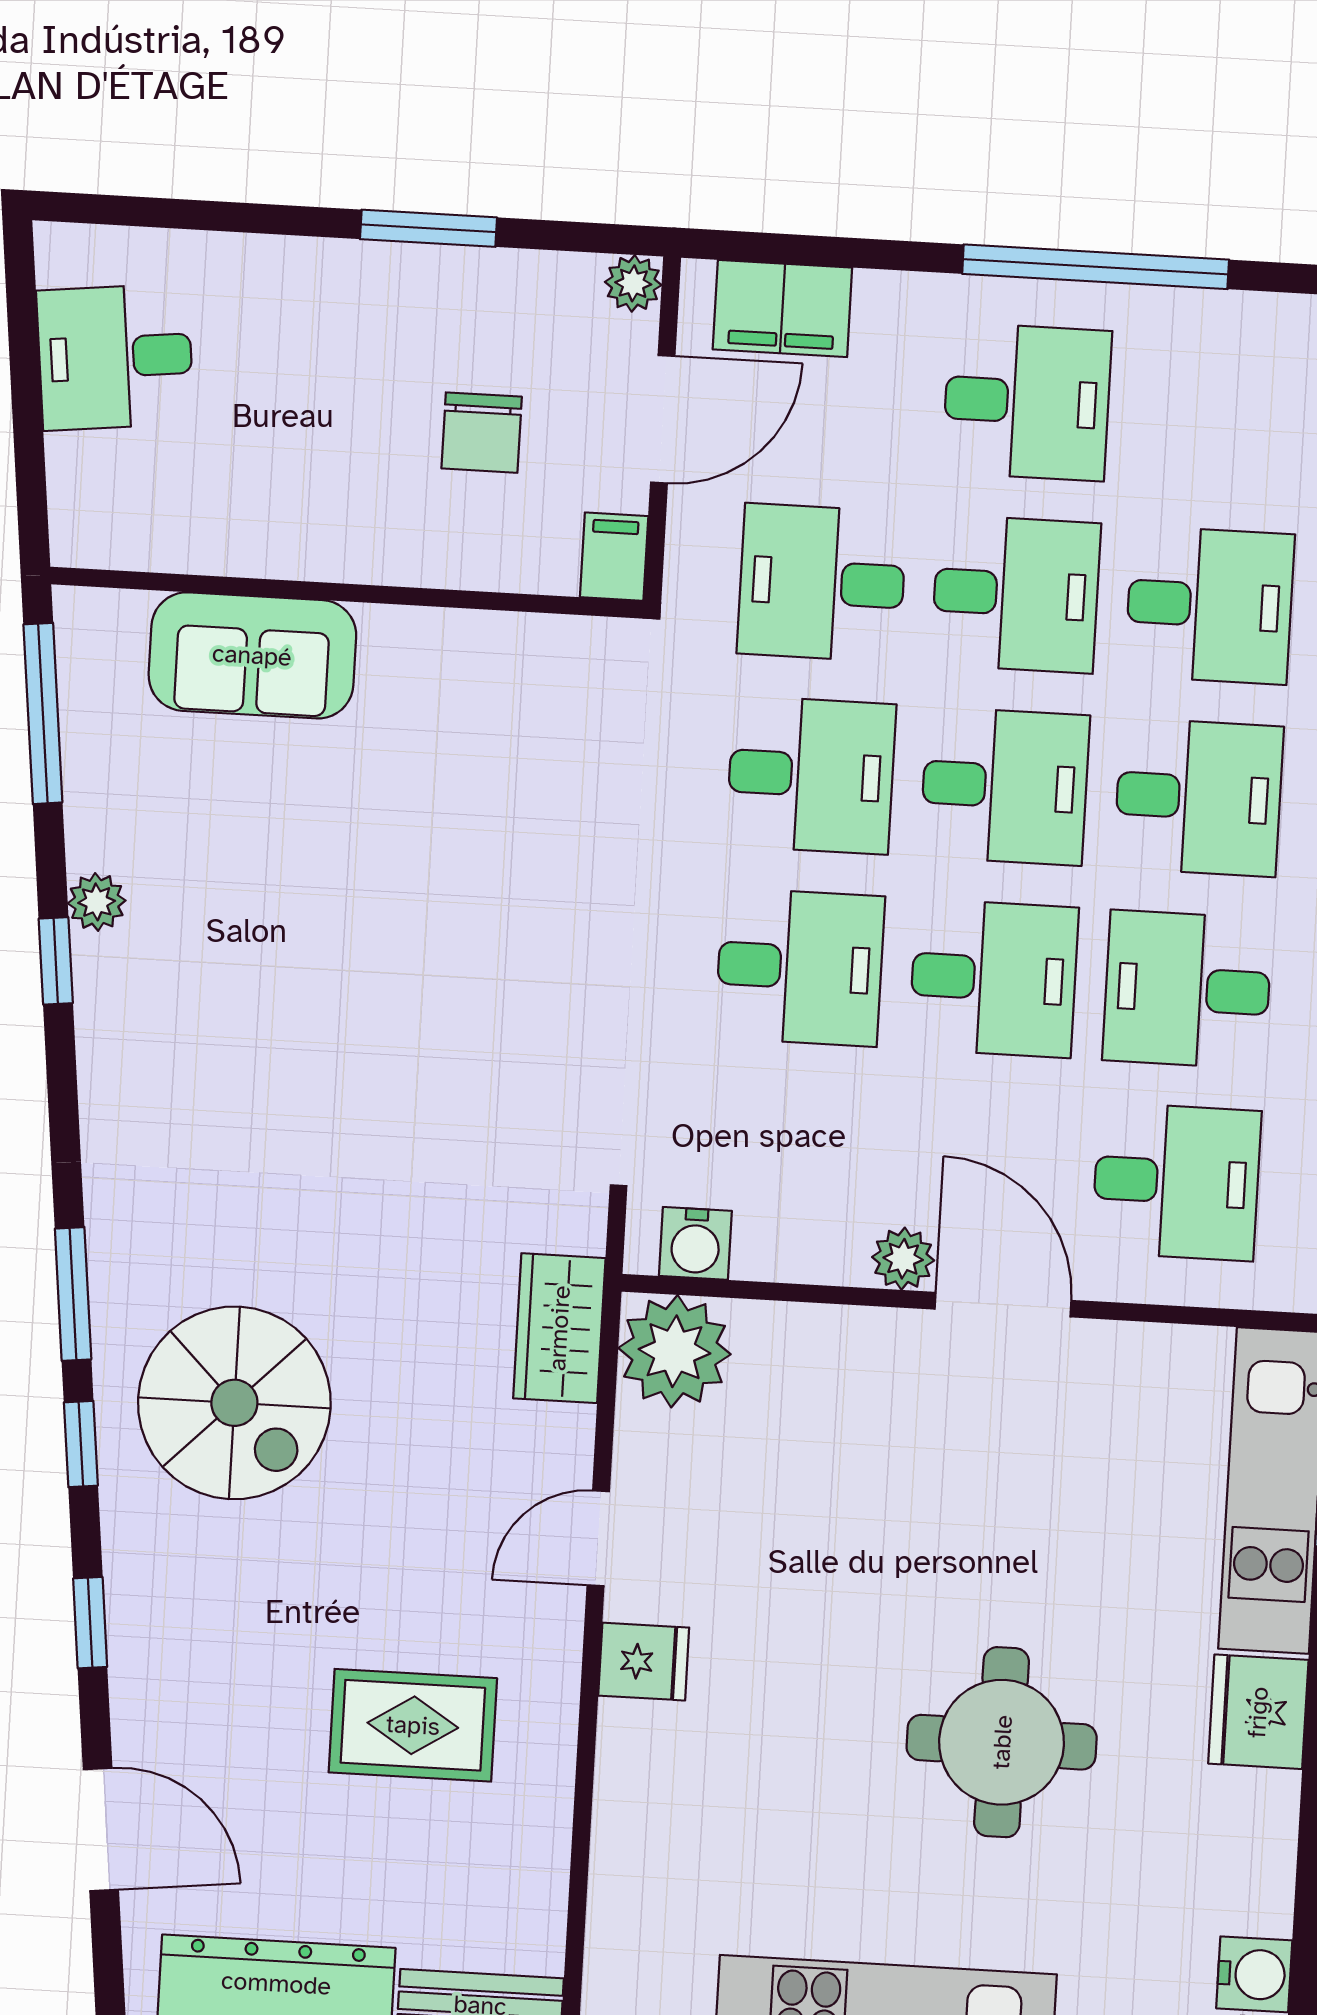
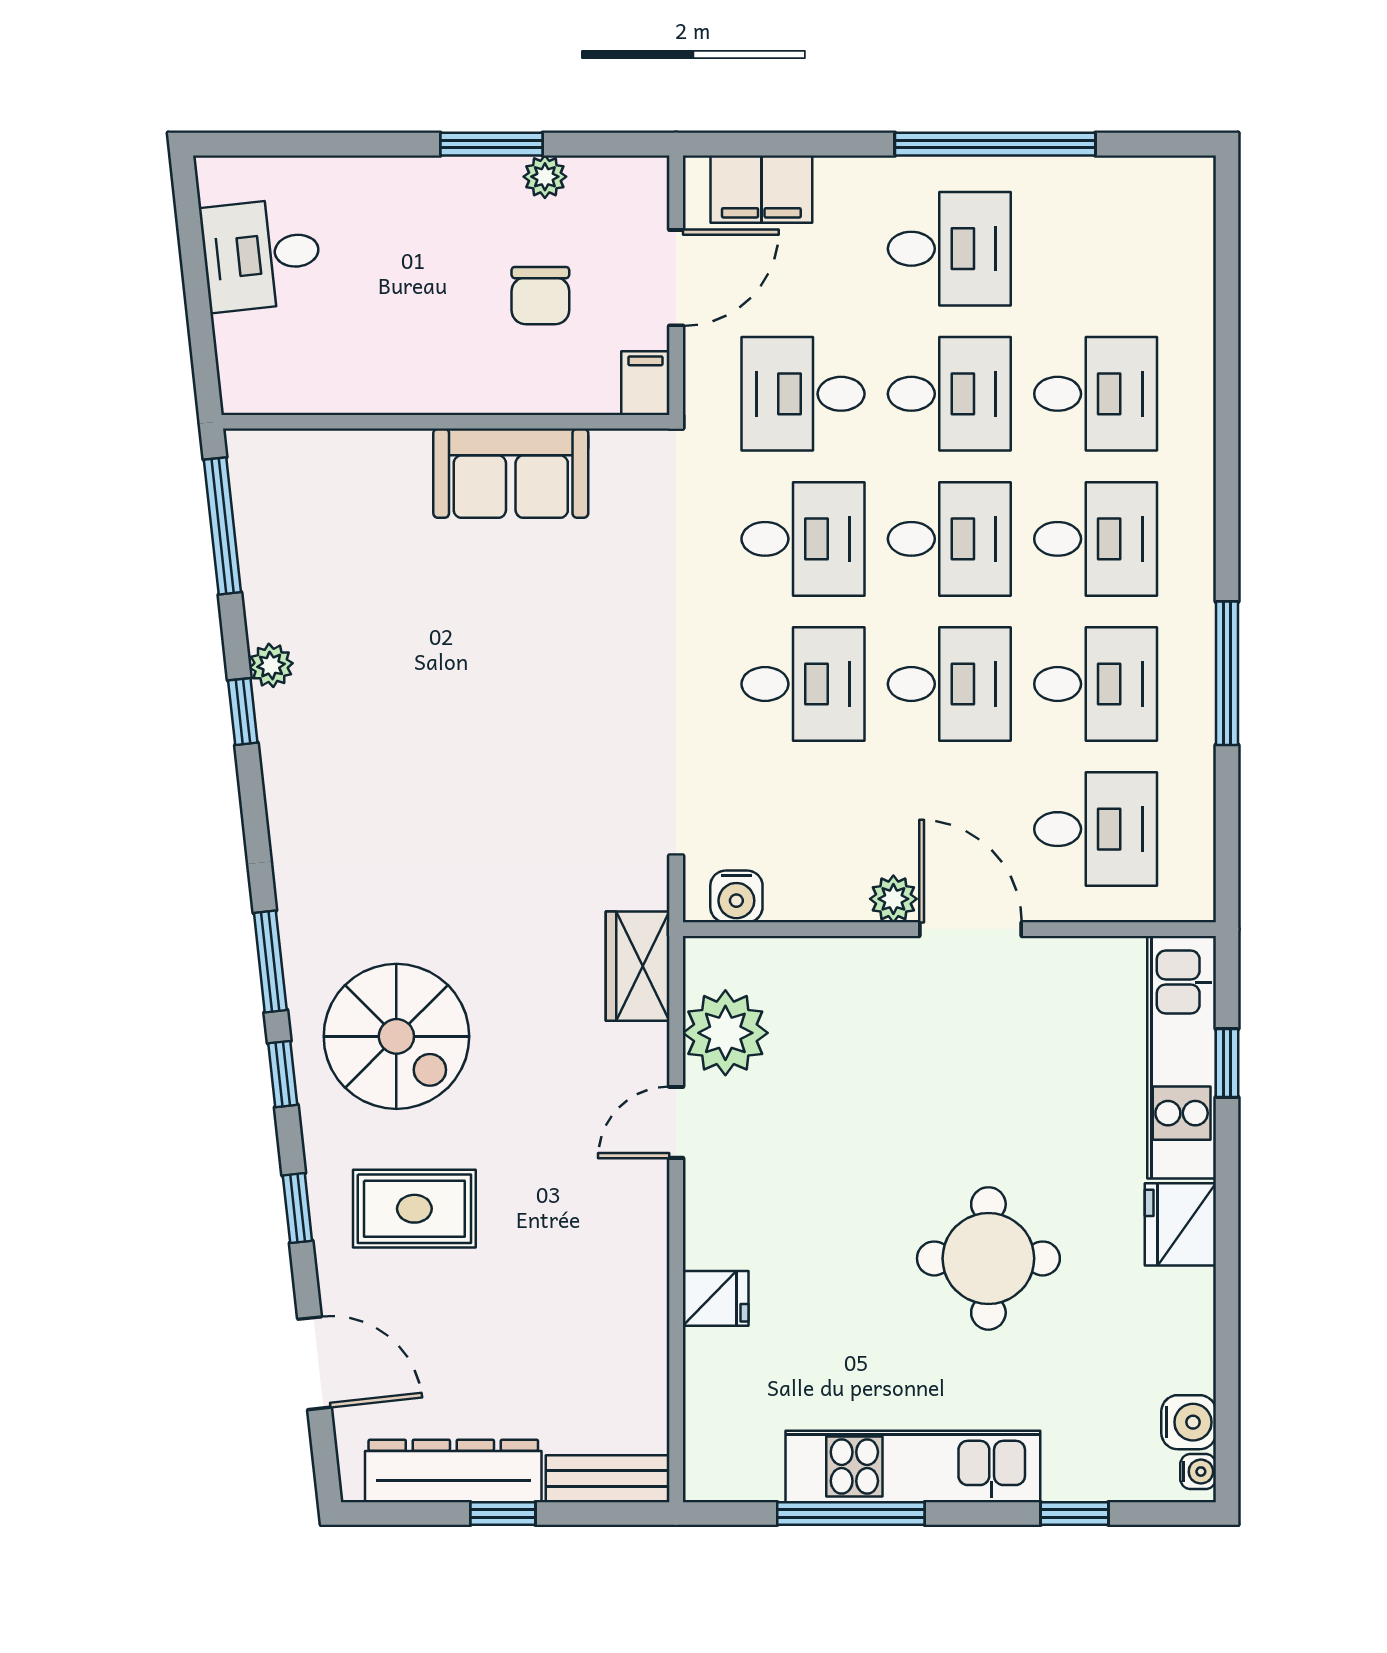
plant: (633, 283) -> (545, 177), moved
sofa: (252, 655) -> (511, 473), moved
desk: (1187, 989) -> (1096, 684), turned 180
plant: (674, 1351) -> (725, 1033), moved
fridge: (644, 1662) -> (716, 1298), moved
rug: (413, 1725) -> (414, 1209), moved

